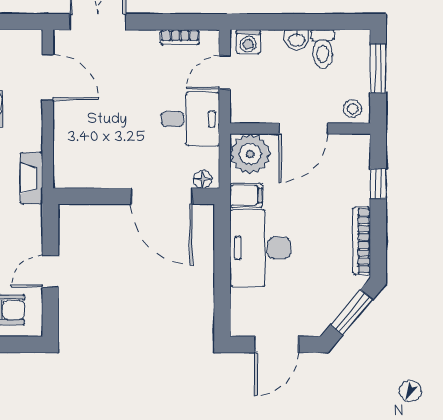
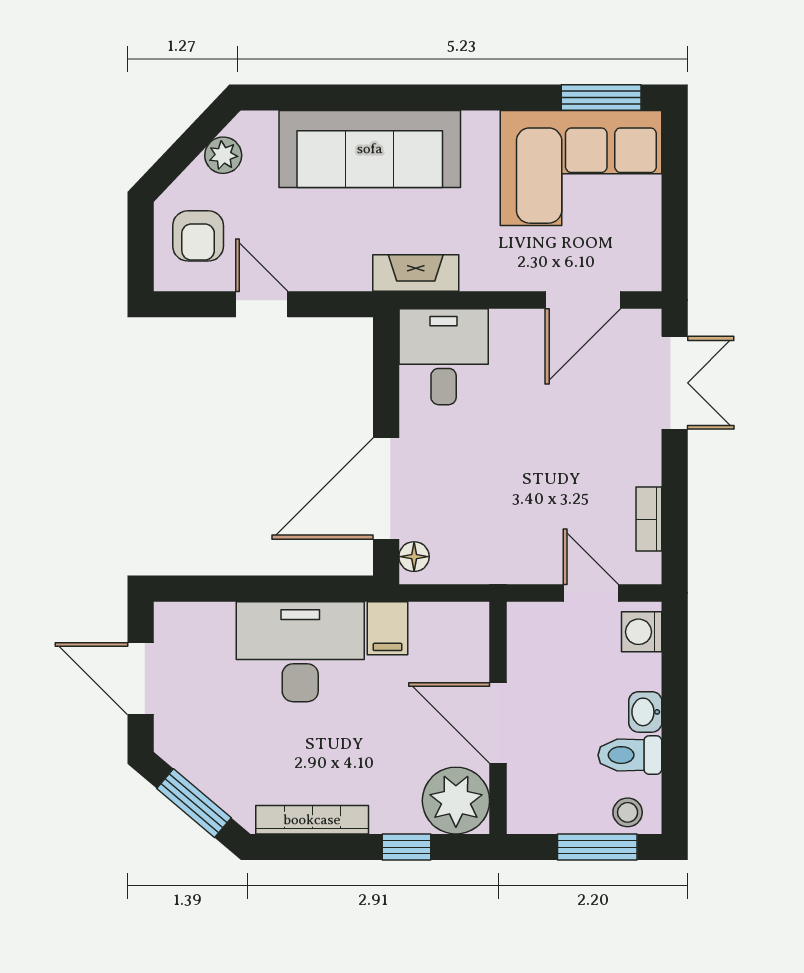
stool: (353, 109) -> (628, 812), moved
desk: (190, 119) -> (444, 357), moved, turned 180
plant: (250, 154) -> (456, 801), moved

